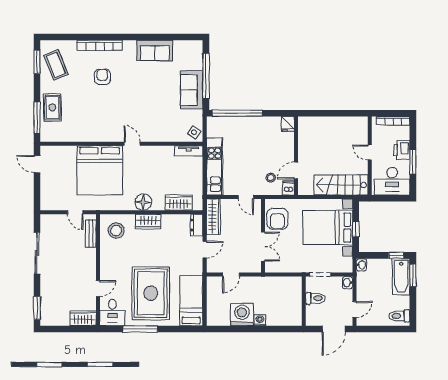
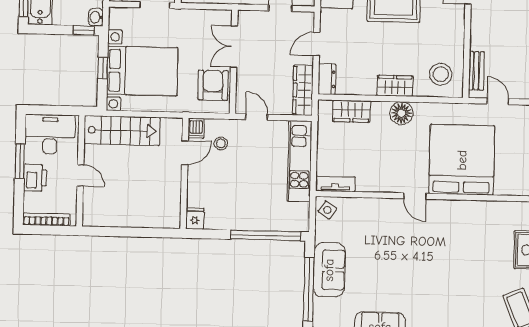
armchair: (102, 77) -> (455, 291), removed
window: (396, 255) -> (84, 30), moved

